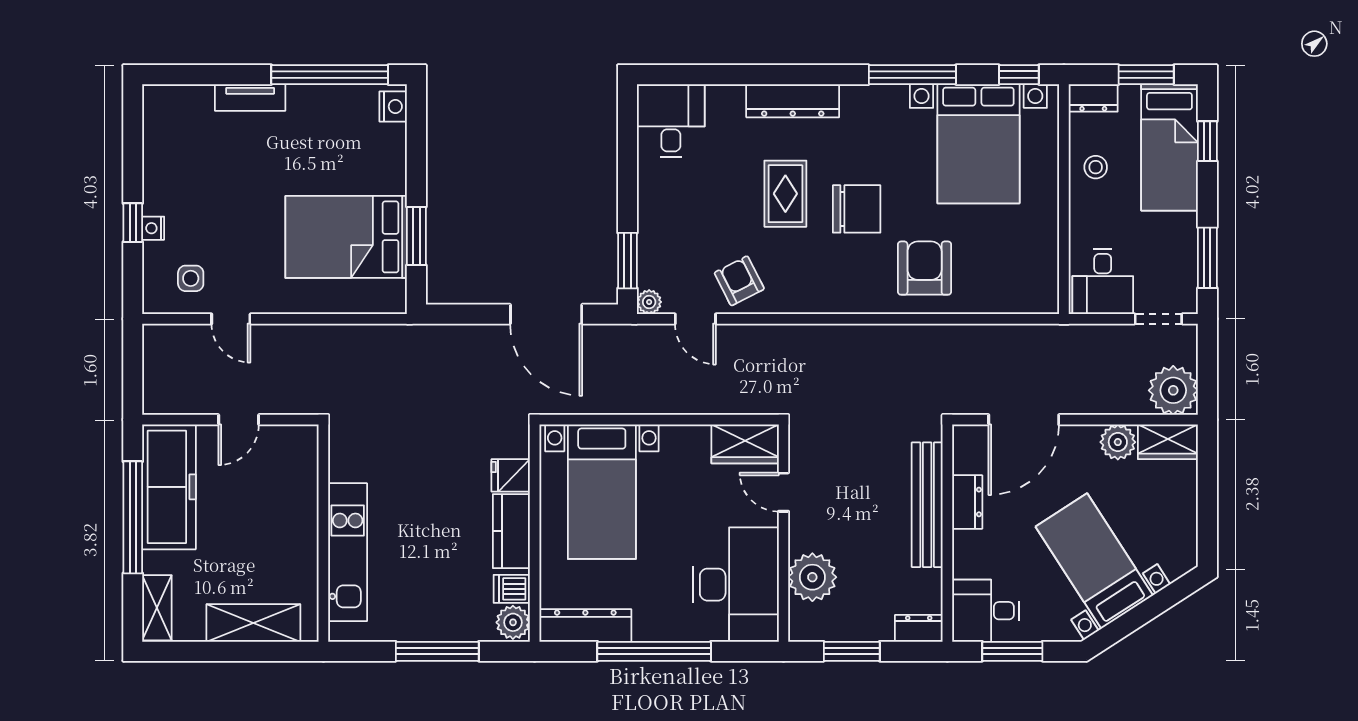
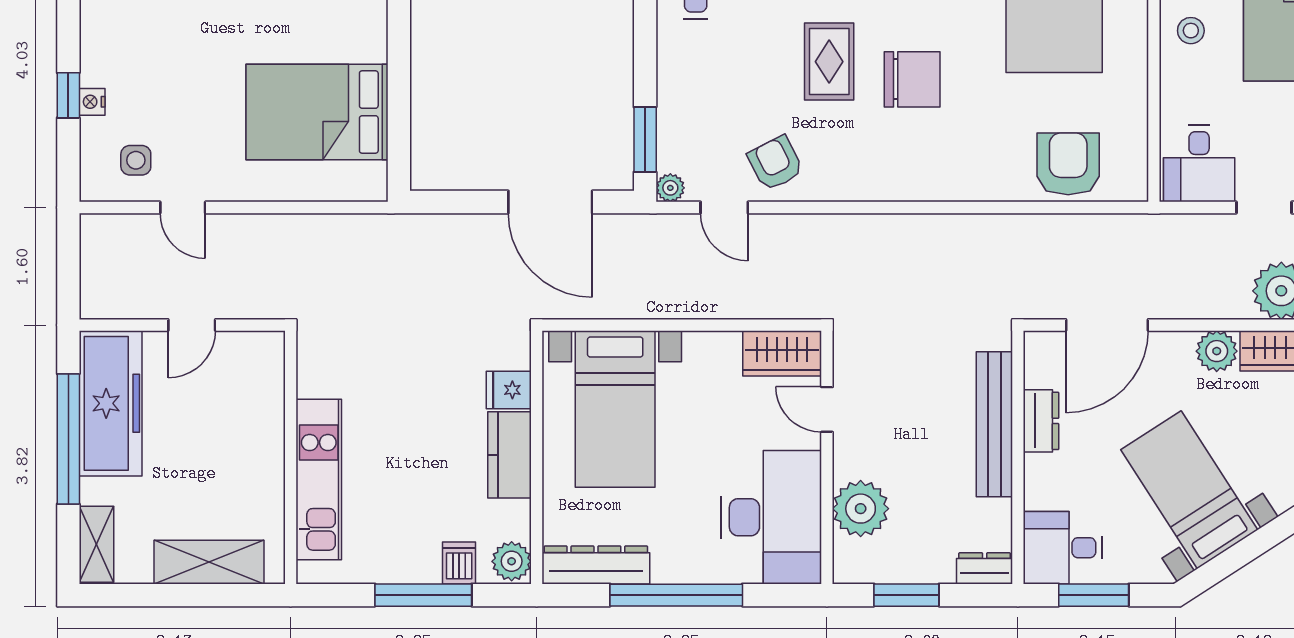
window: (416, 236) -> (399, 111), removed
armchair: (925, 268) -> (1068, 164), moved
dishwasher: (512, 589) -> (459, 563), moved, turned 90

